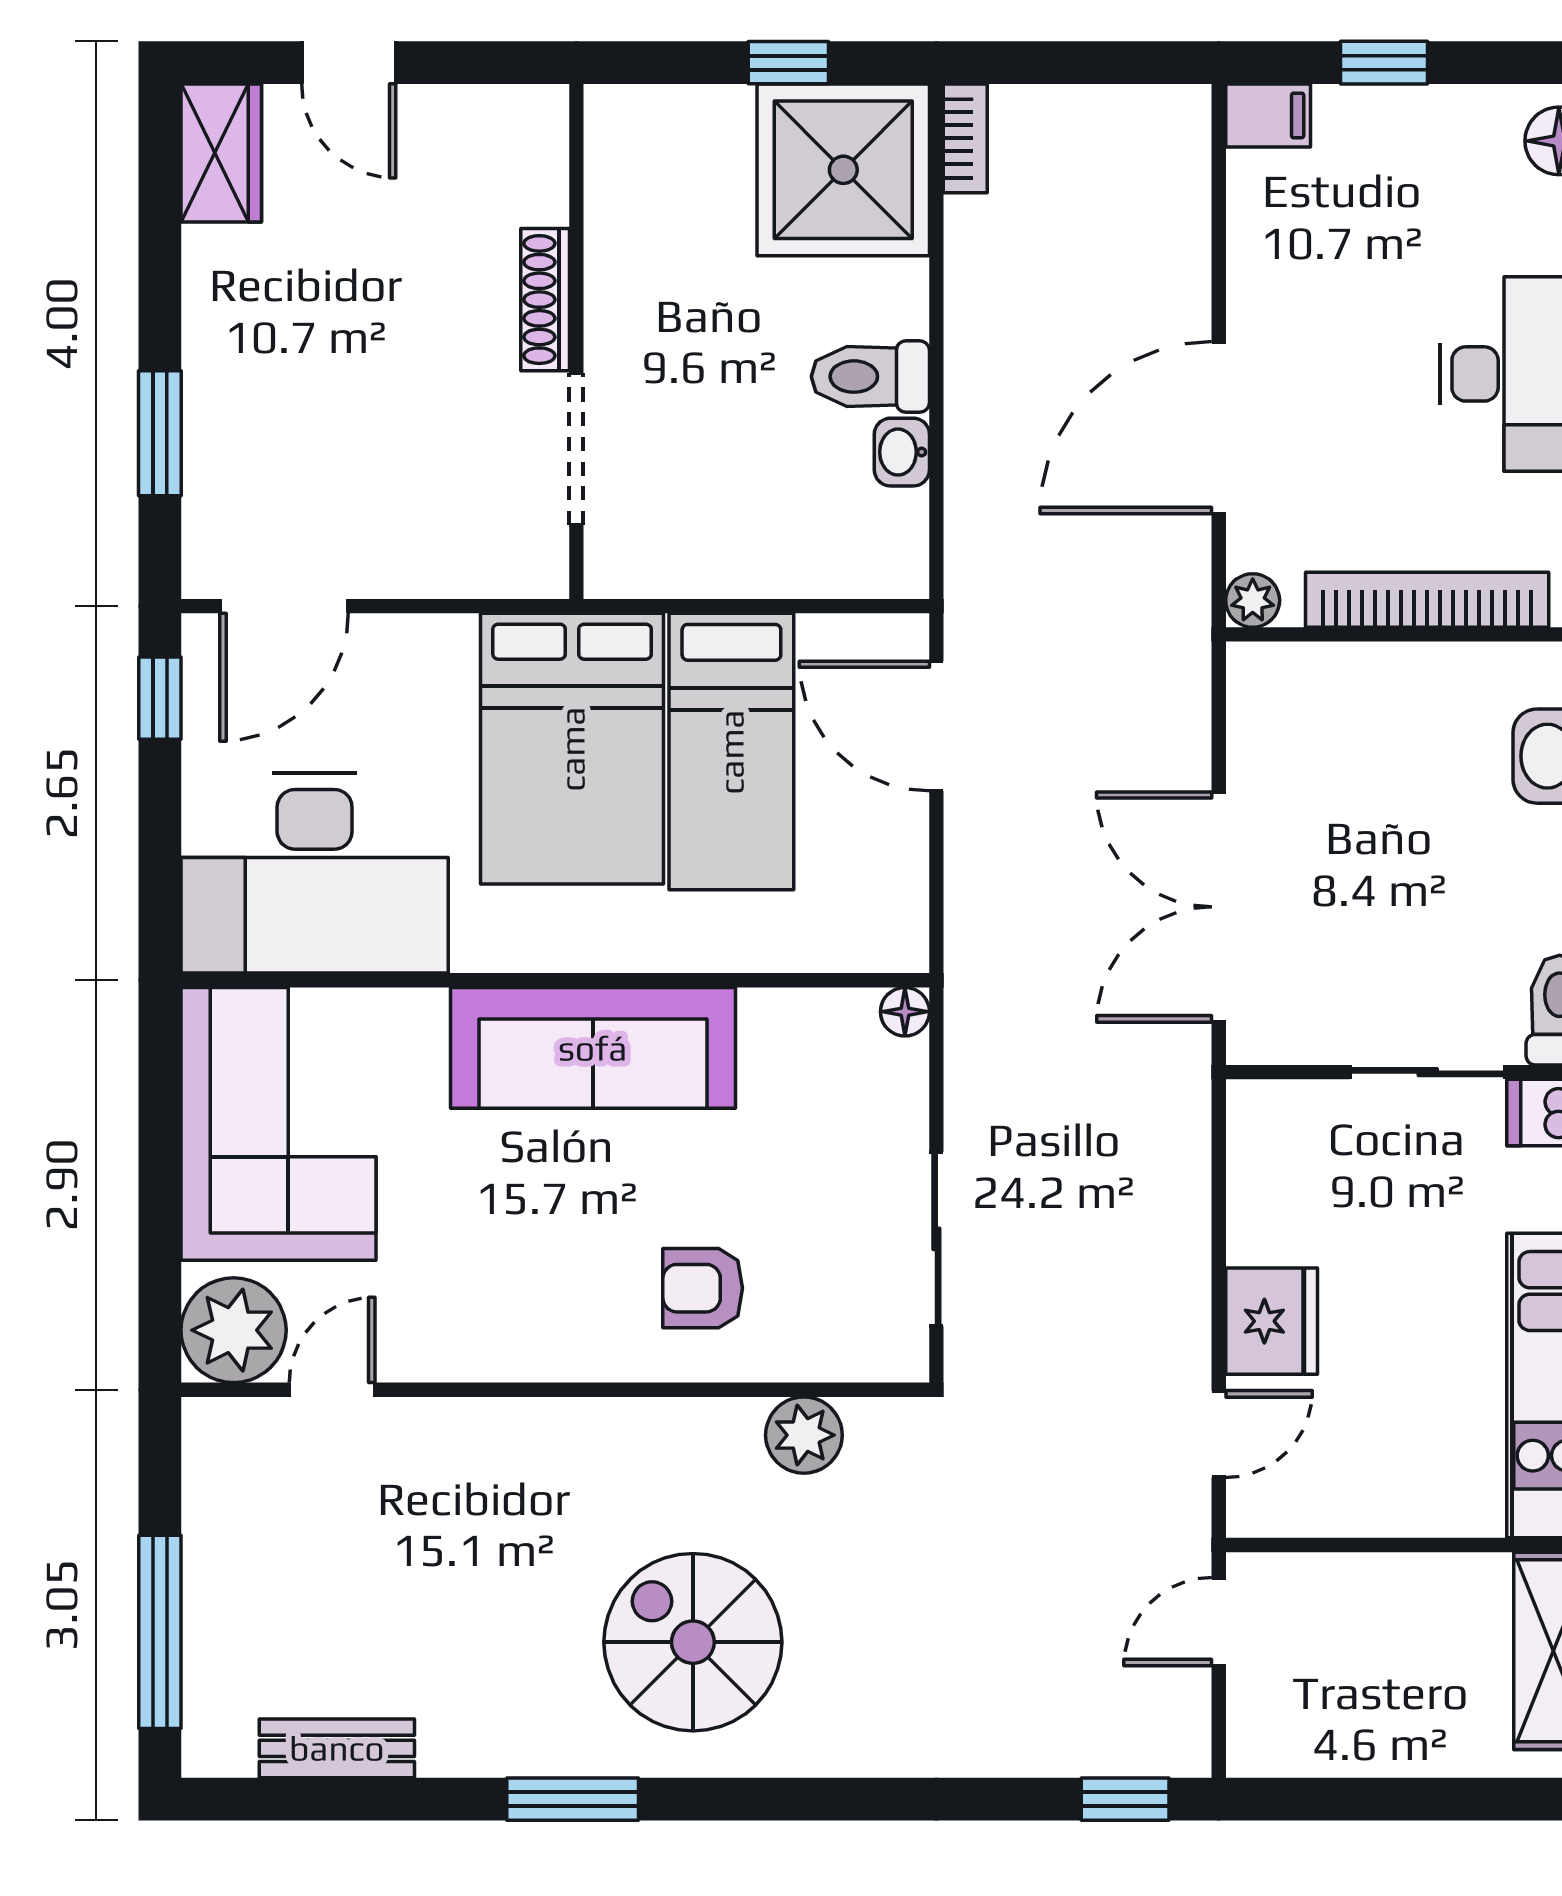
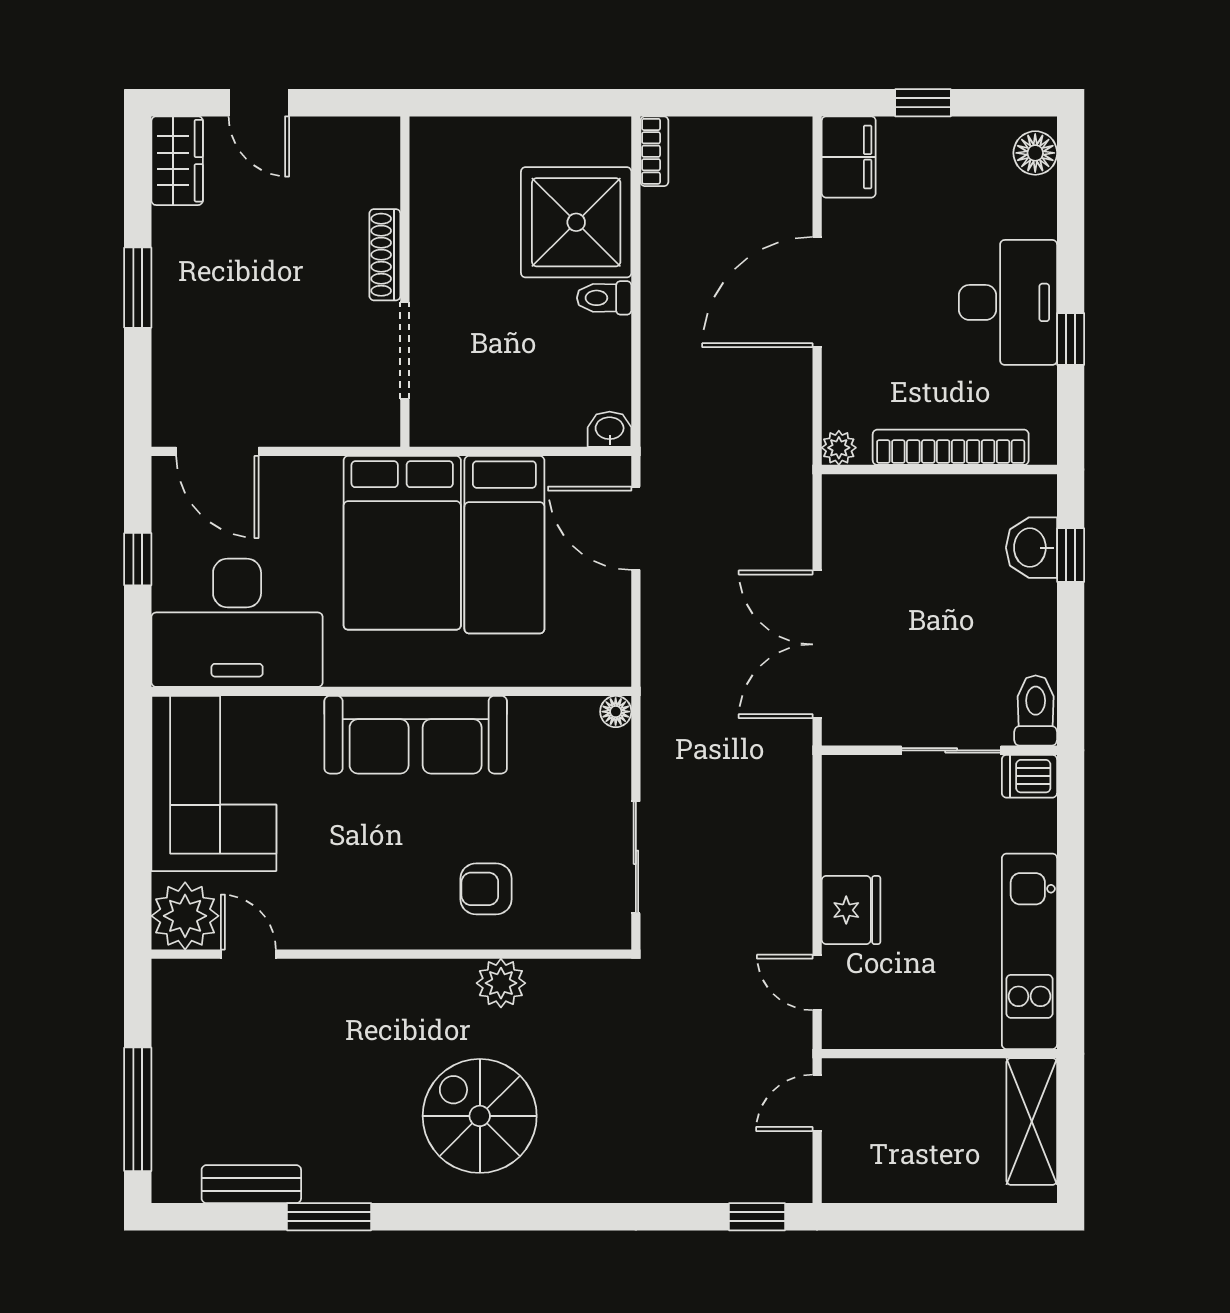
window: (788, 63) -> (541, 103), removed
filing cabinet: (1268, 115) -> (849, 157), width x2.00
shower: (843, 170) -> (576, 222), moved
toilet: (870, 377) -> (604, 298), width x0.73, depth x0.72
door: (1219, 428) -> (817, 292), moved
window: (160, 433) -> (138, 288), moved
washbasin: (902, 452) -> (610, 429), moved, turned 90
door: (284, 606) -> (217, 451), hinge flipped
window: (160, 698) -> (138, 559), moved
door: (332, 1390) -> (248, 954), hinge flipped
door: (1219, 1434) -> (817, 982), swing flipped
plant: (804, 1435) -> (501, 983), moved
window: (573, 1799) -> (329, 1217), moved

